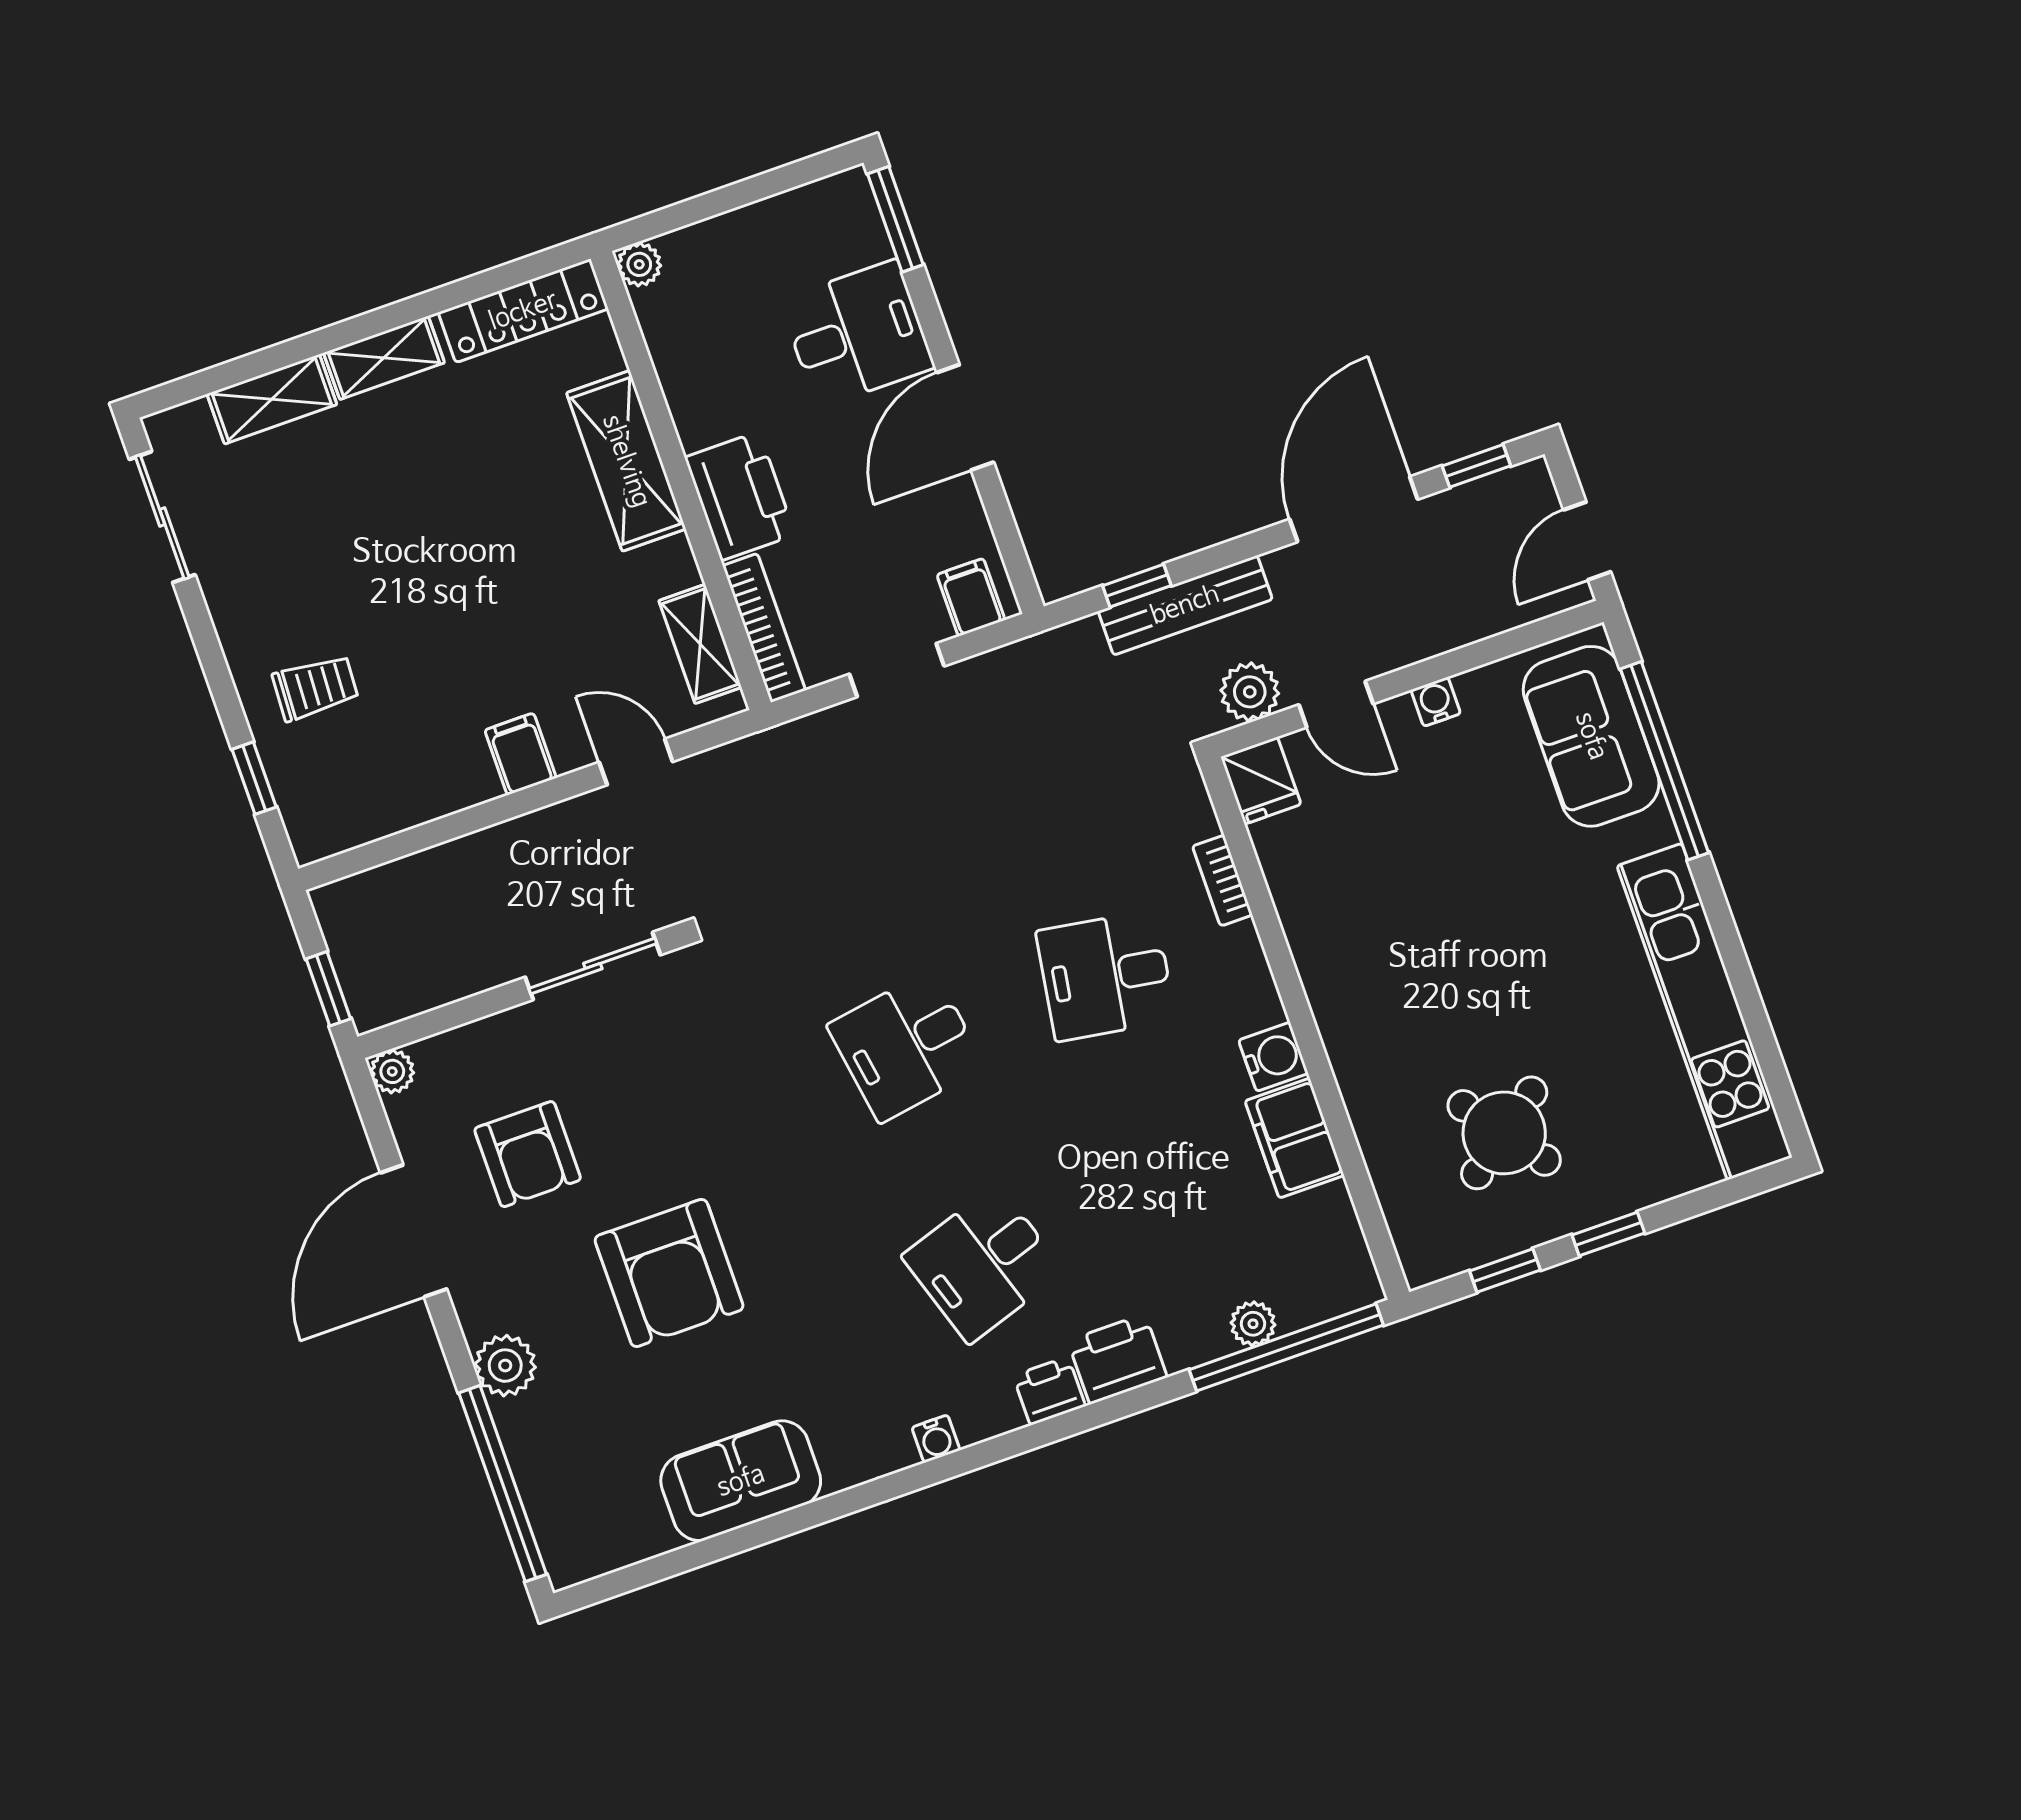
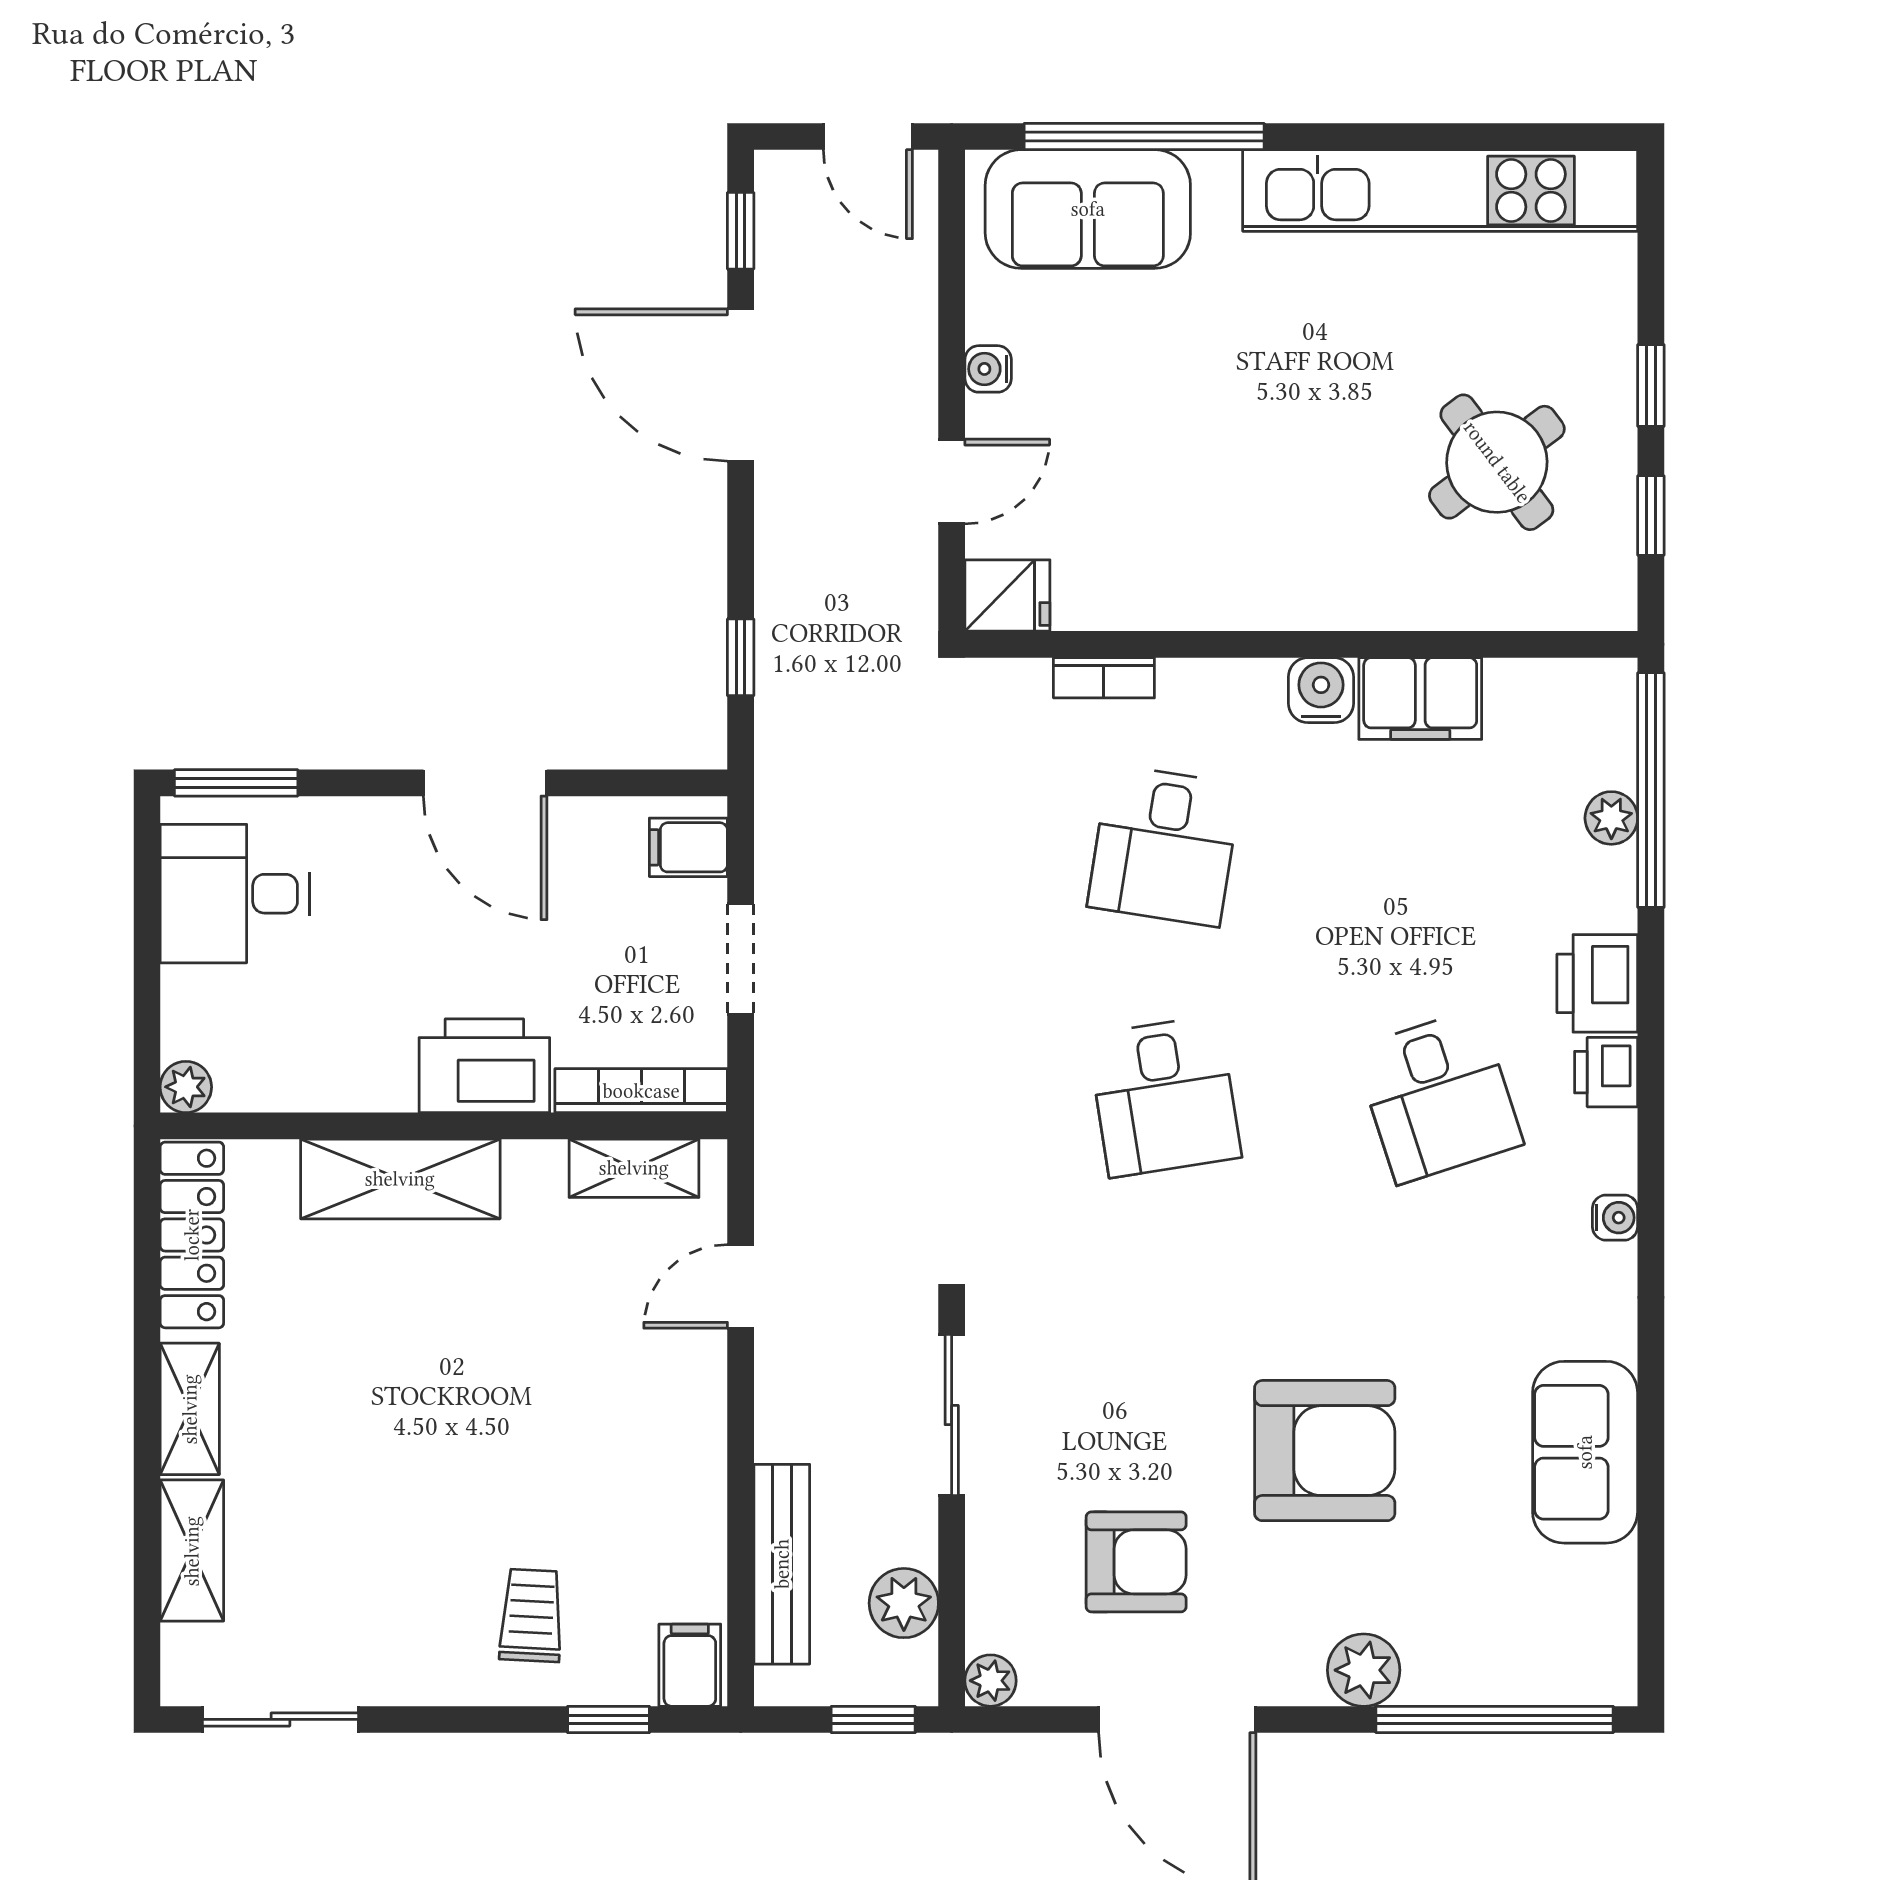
desk: (857, 334) -> (235, 894), moved, turned -90
bench: (1185, 605) -> (782, 1564), moved
plant: (1250, 692) -> (904, 1603), moved
filing cabinet: (520, 754) -> (690, 1665), moved, turned 90

